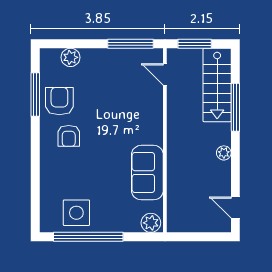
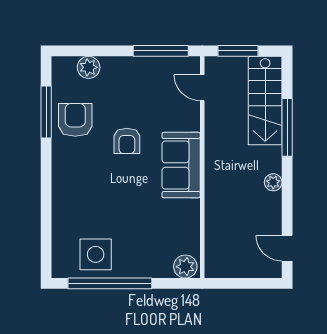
armchair: (69, 136) -> (127, 141), moved
sofa: (147, 173) -> (181, 165), moved

